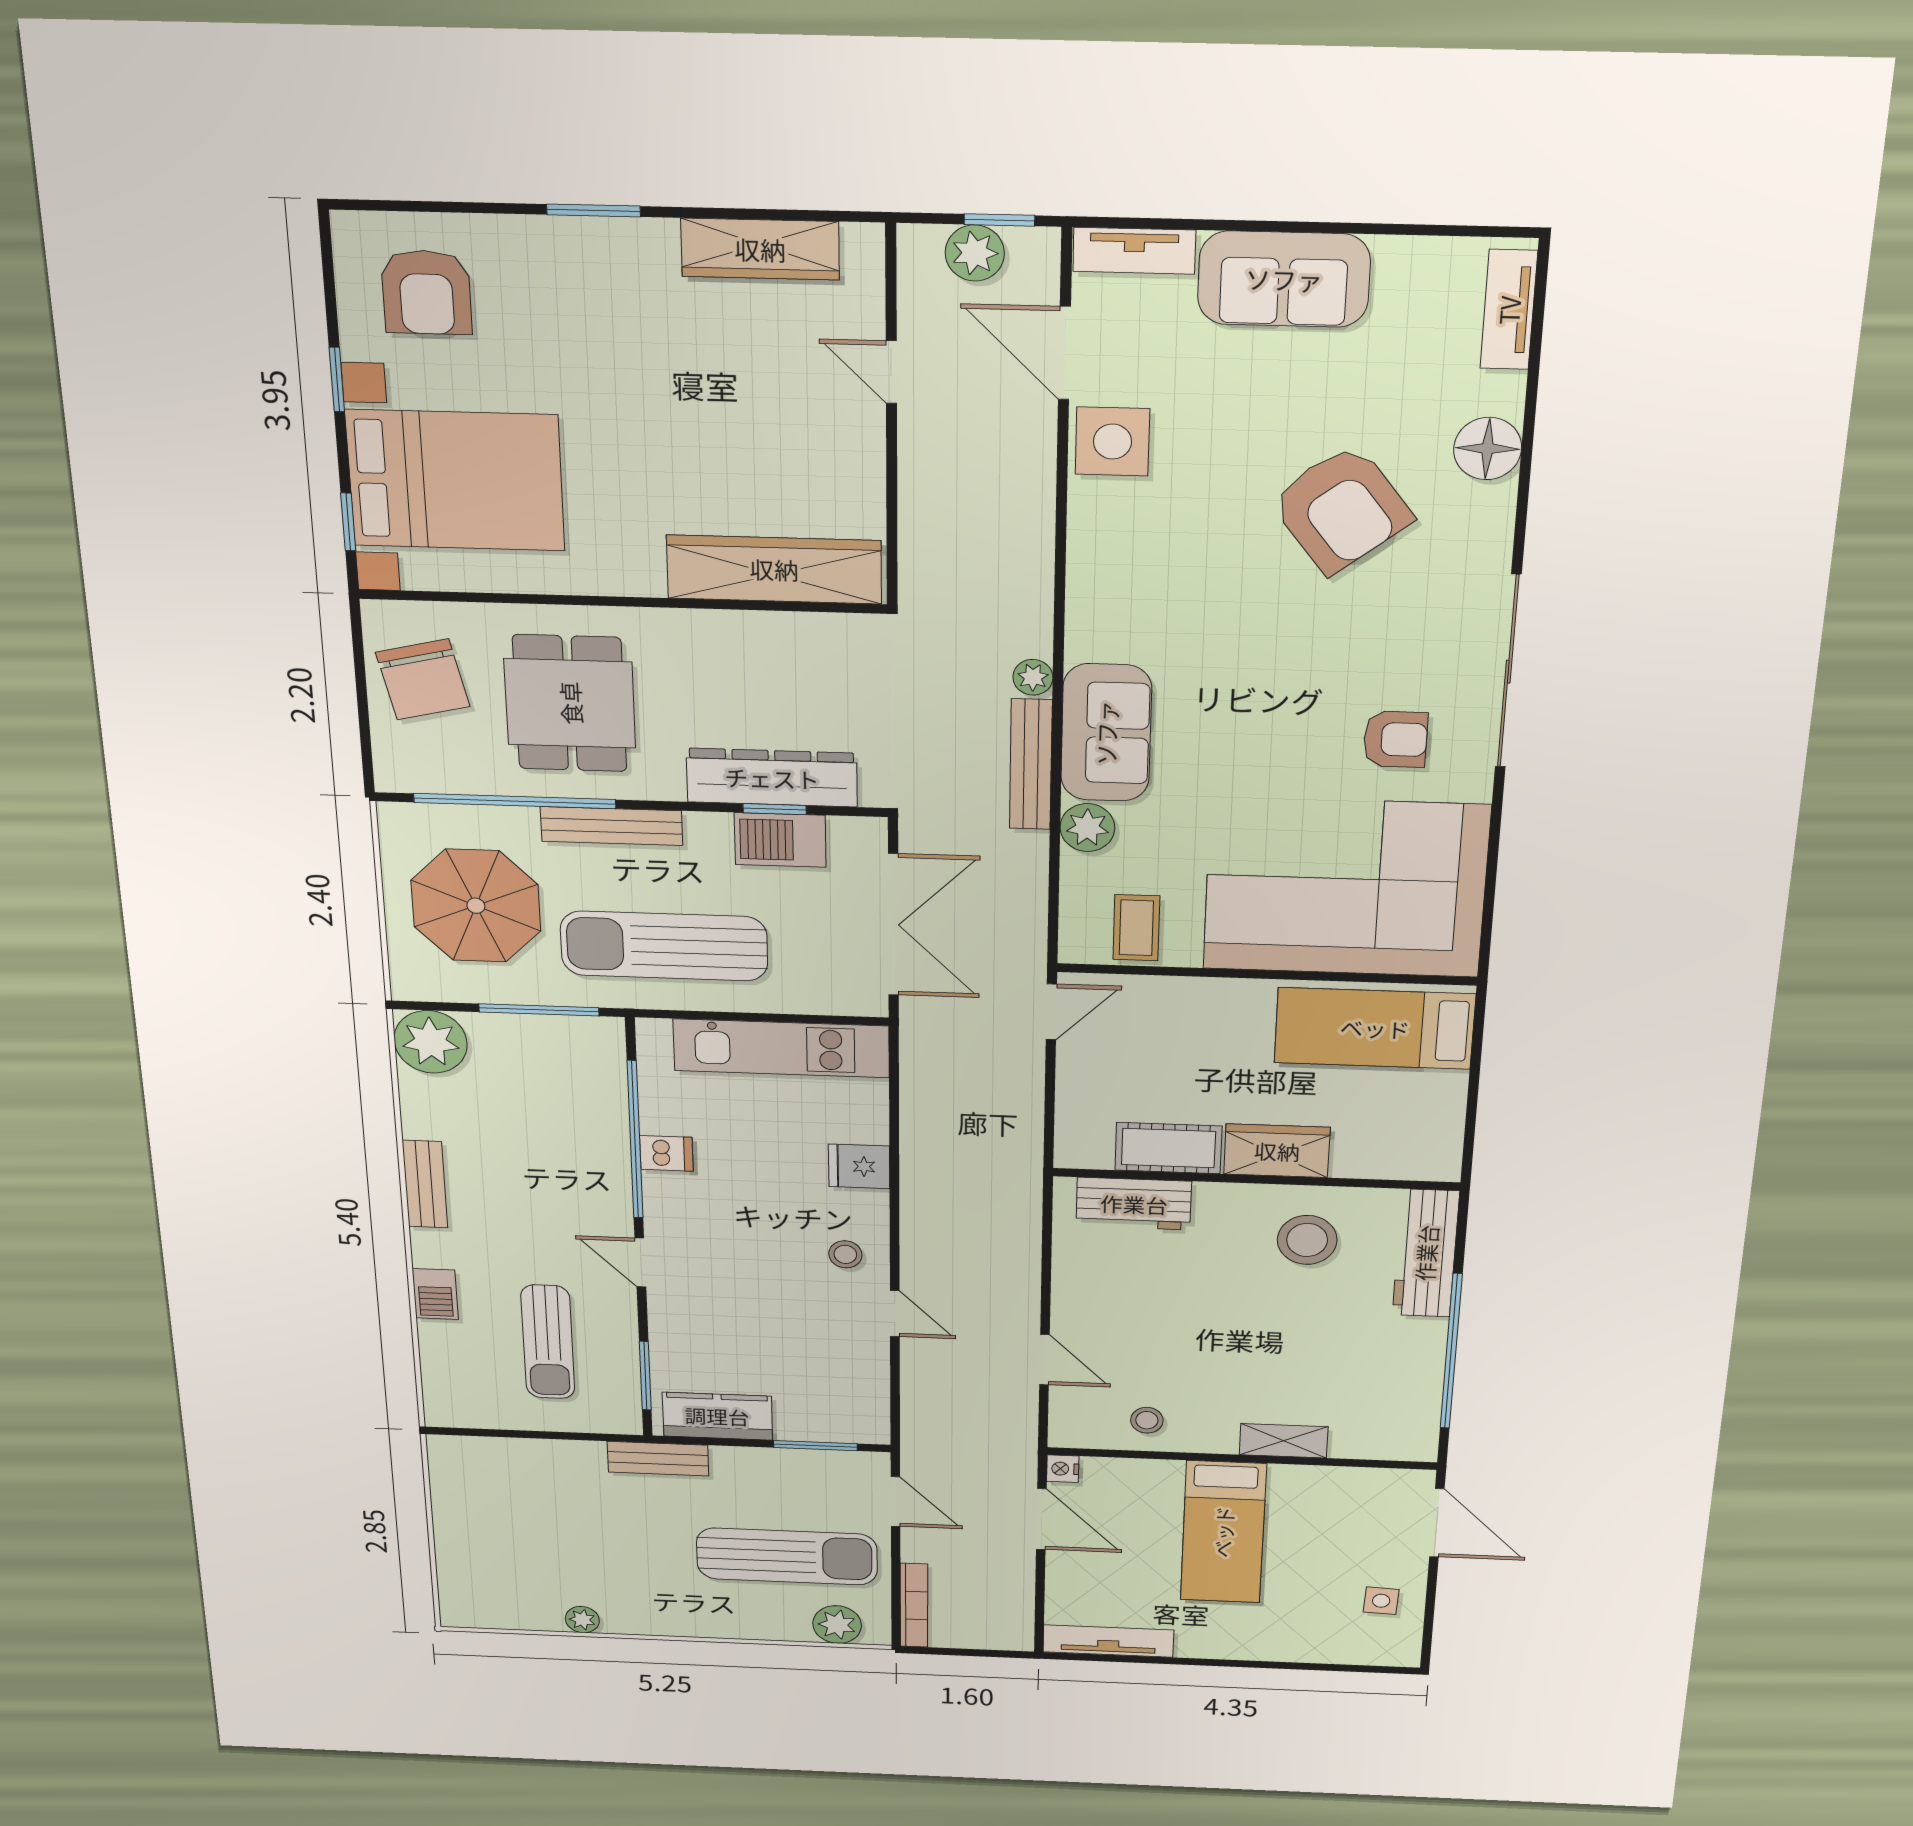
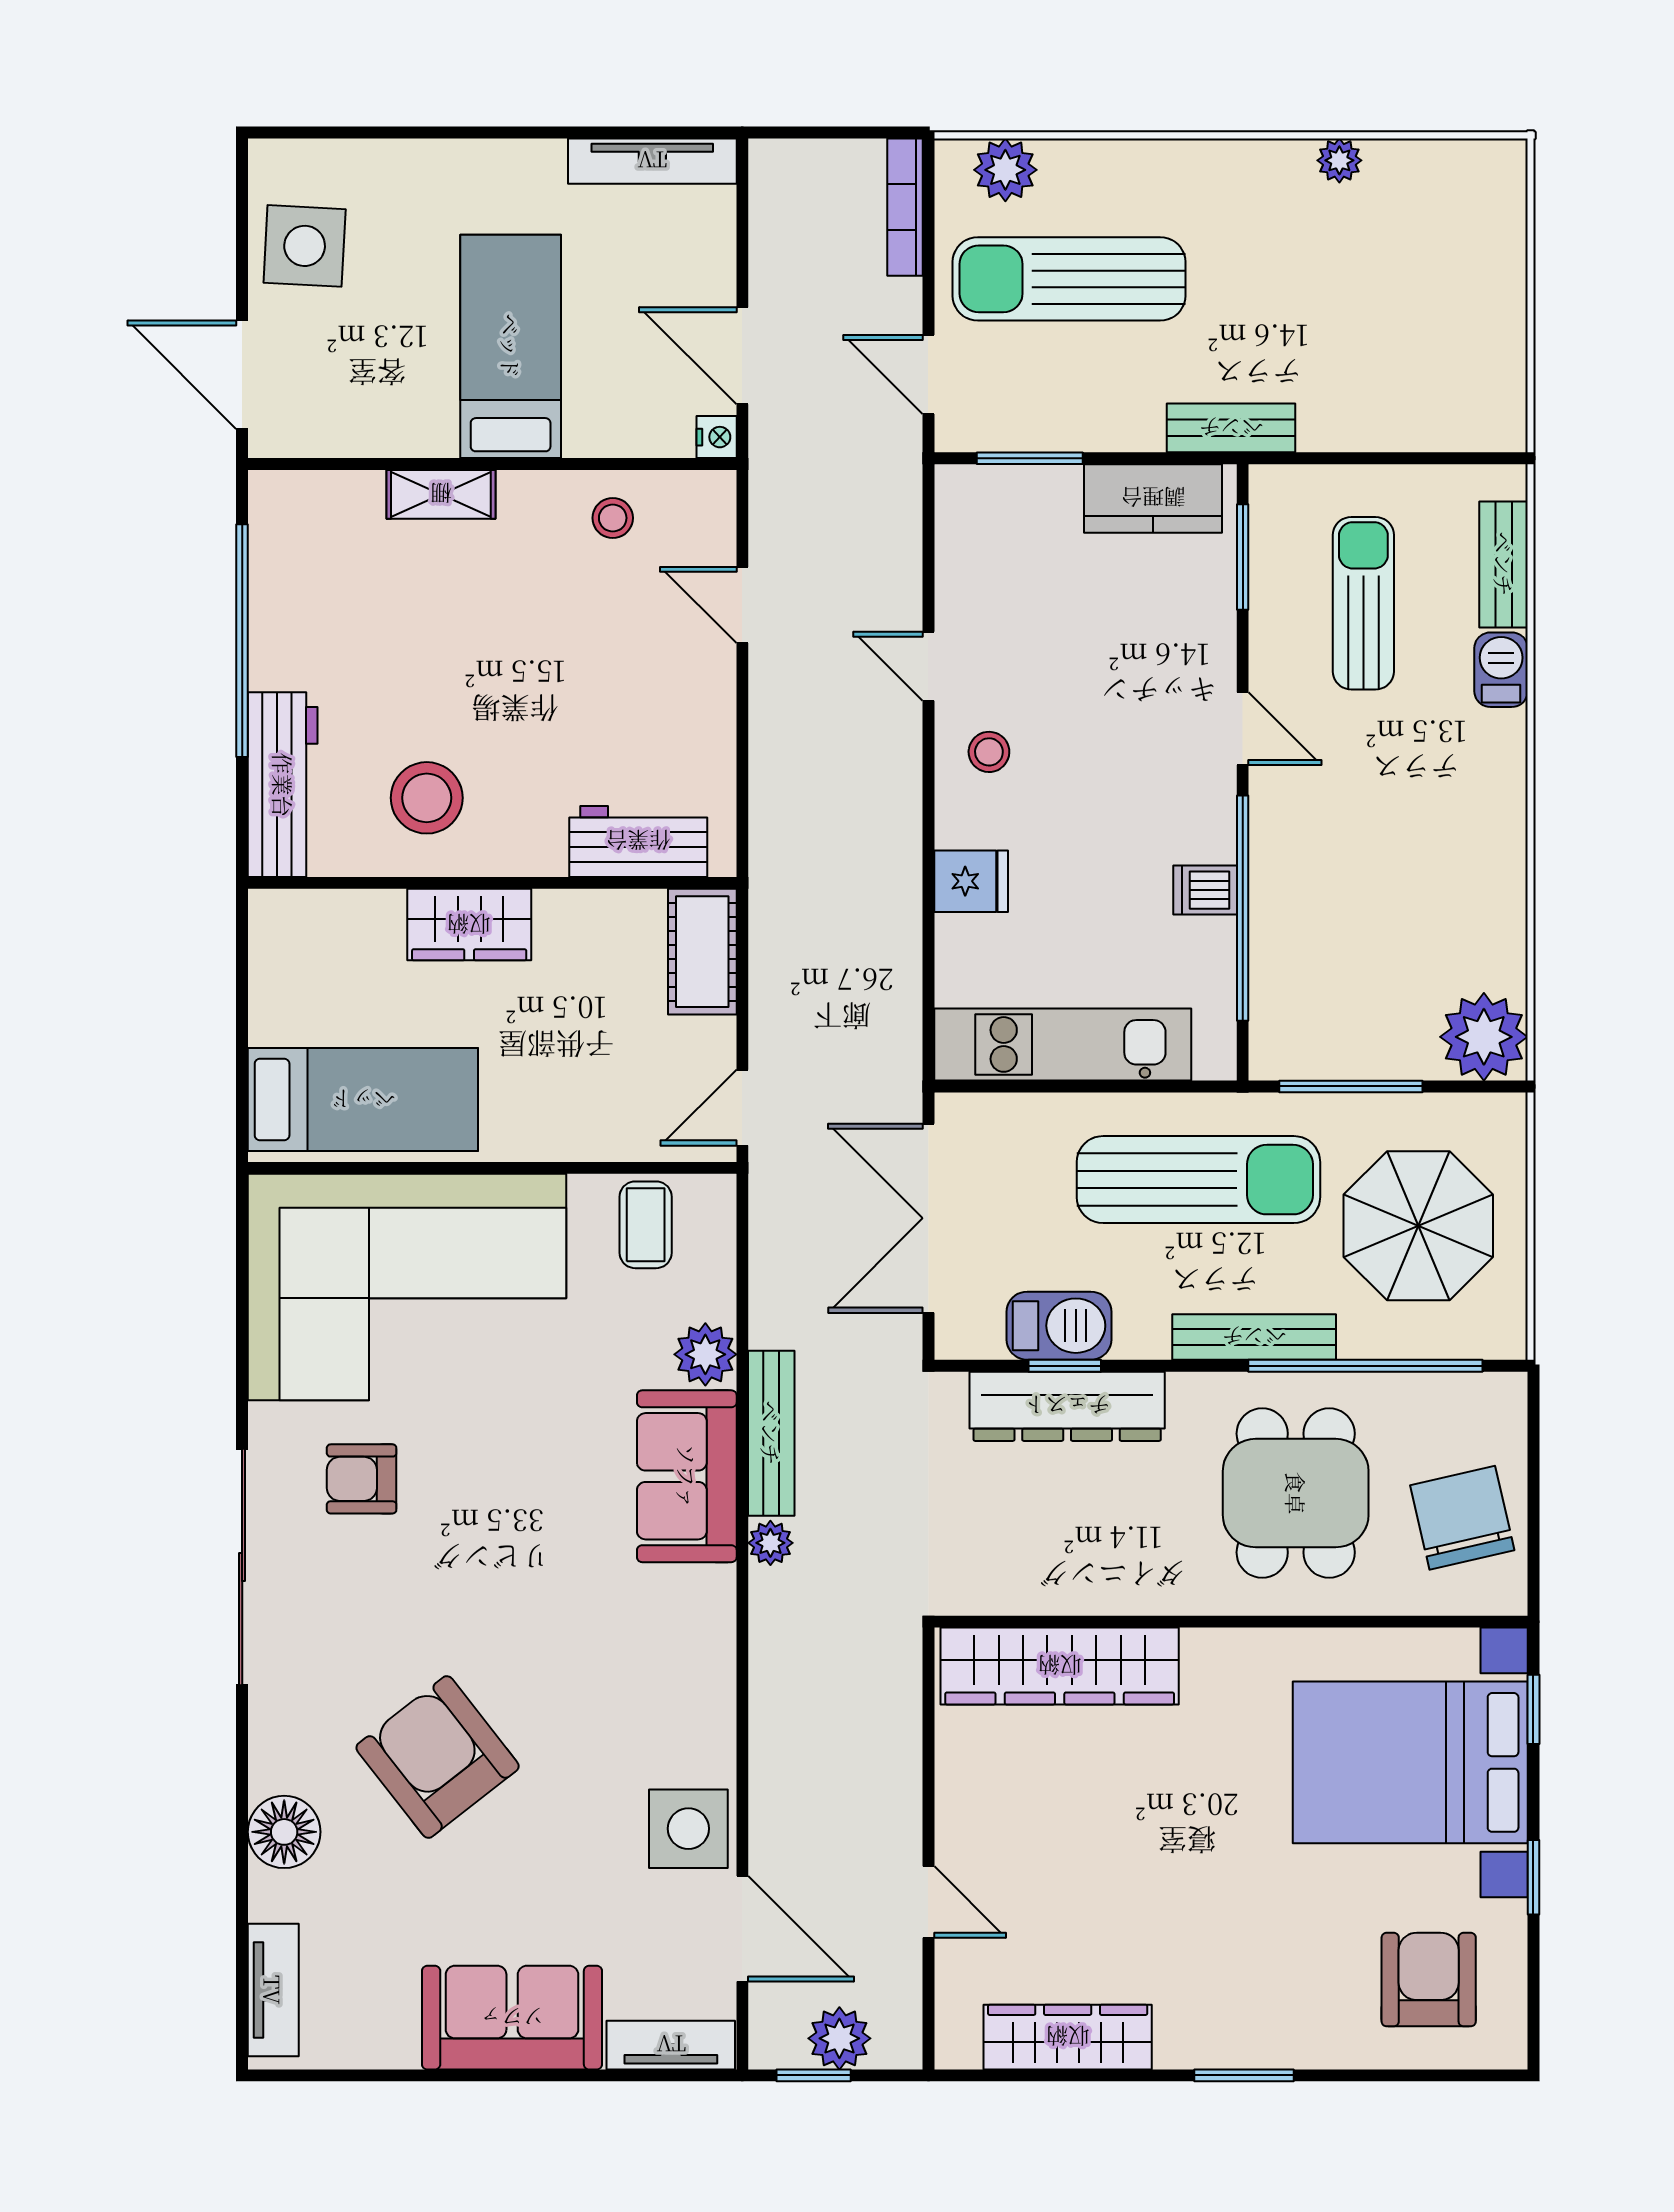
cot: (1168, 1148) -> (702, 952), moved, turned 90
bench: (425, 1184) -> (1504, 564), moved
side table: (1381, 1601) -> (305, 246), width x1.87, depth x1.87

